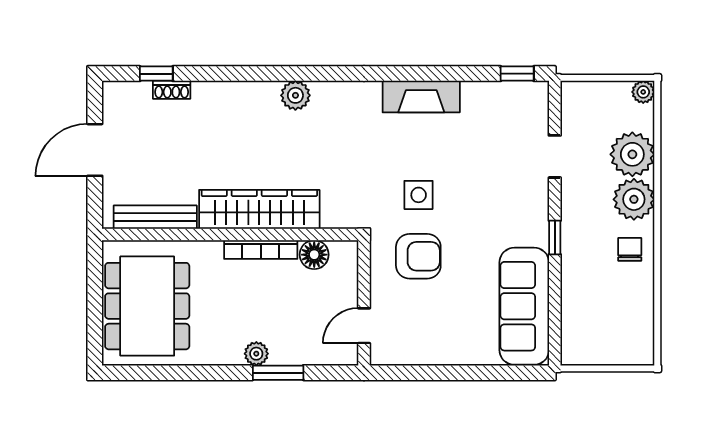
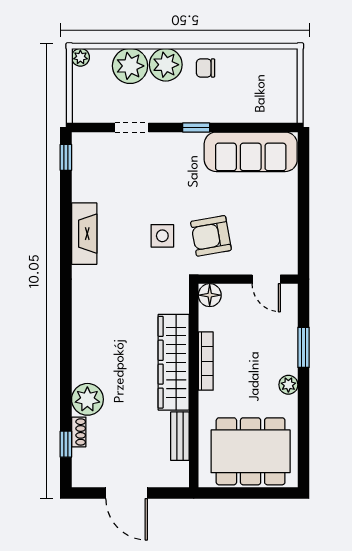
plant: (295, 95) -> (87, 399), moved, width x1.36, depth x1.36
bench: (155, 217) -> (180, 436), width x0.73
floor lamp: (314, 255) -> (210, 295), moved
armchair: (418, 256) -> (211, 236), turned -100
plant: (256, 354) -> (288, 385), moved

